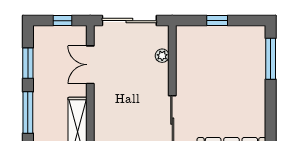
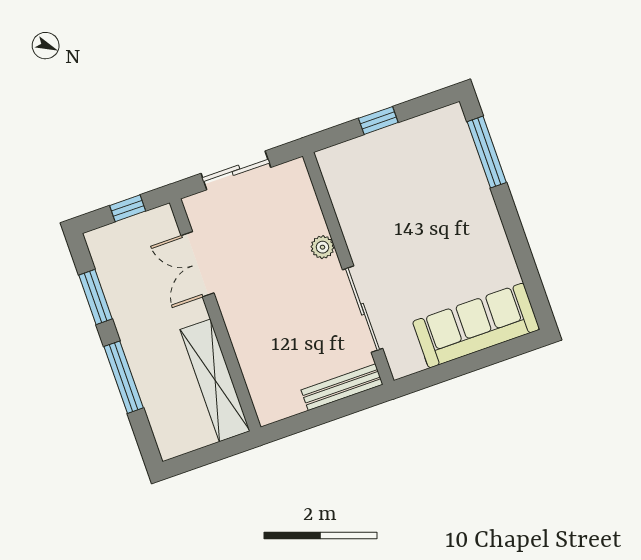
sliding door: (129, 21) -> (236, 170), width x0.73
plant: (162, 56) -> (322, 247), moved

